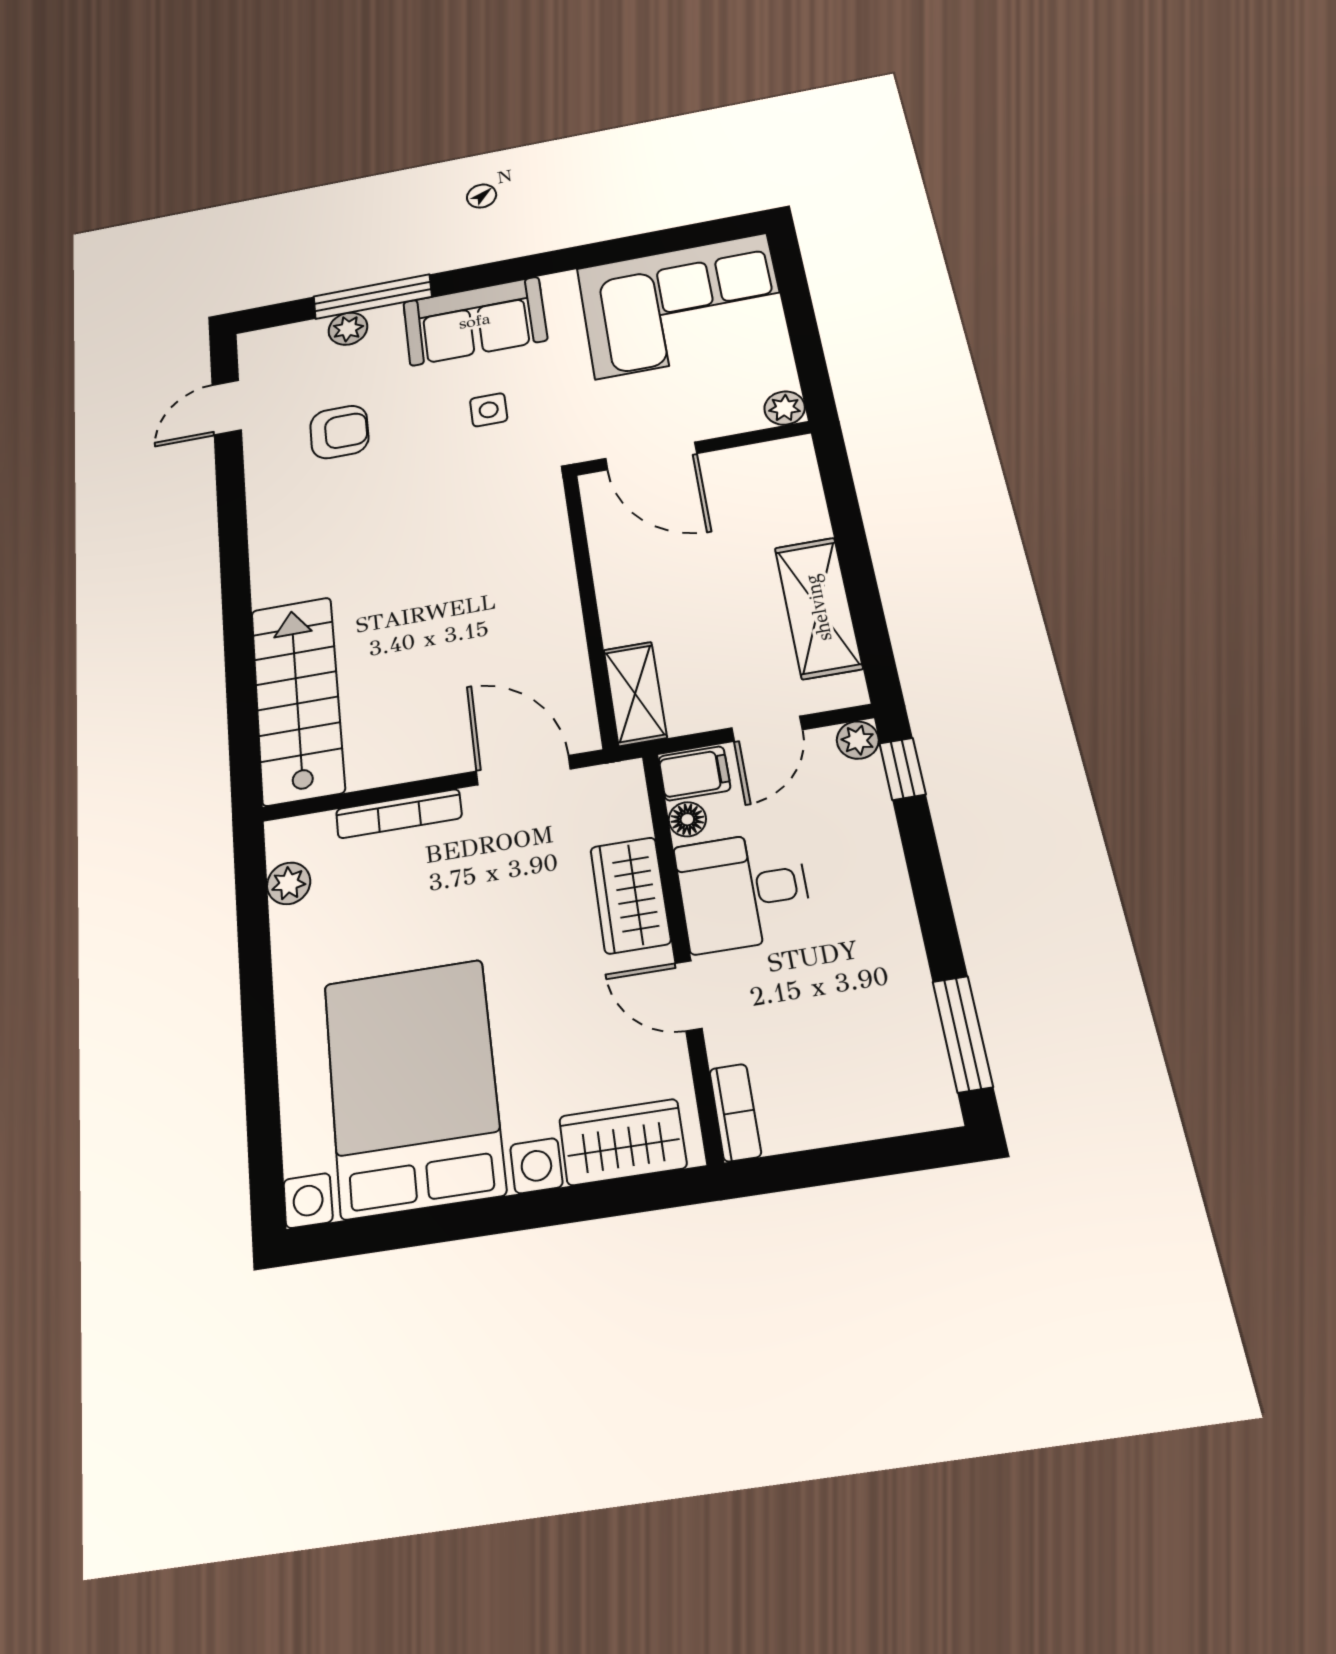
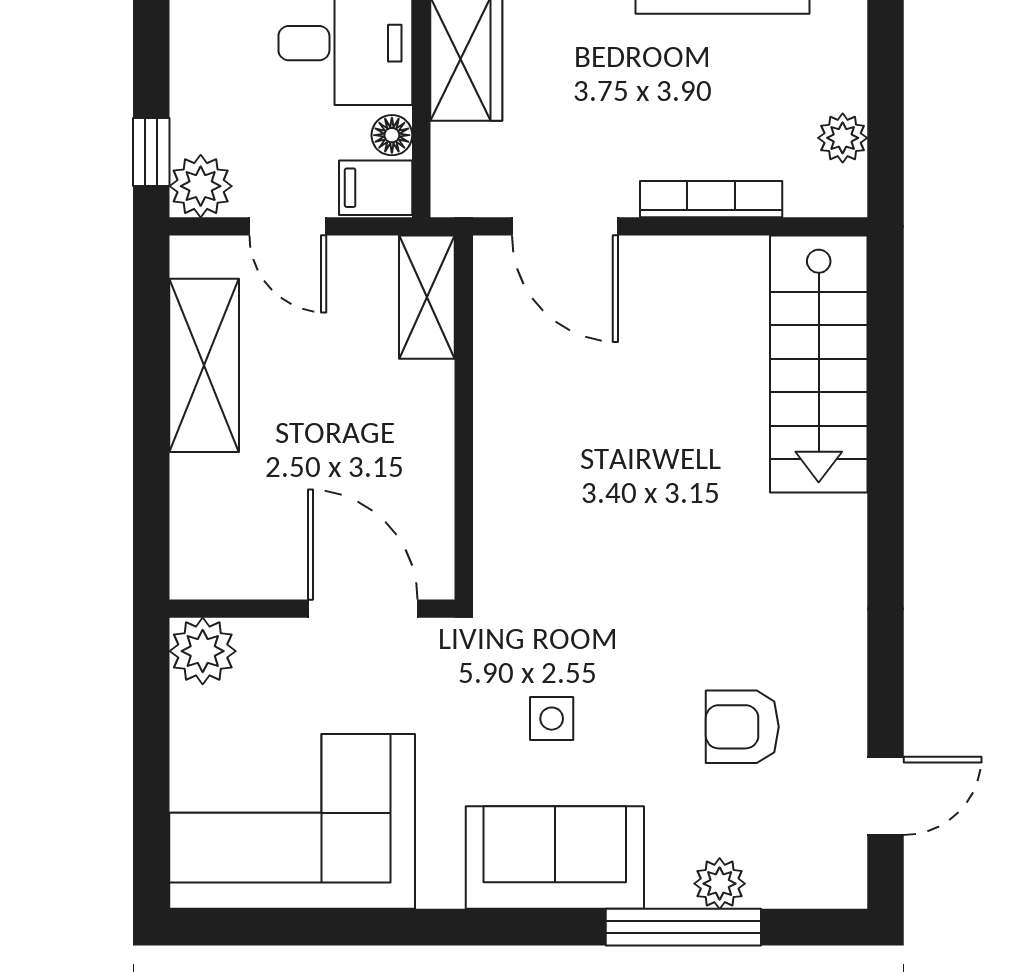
plant: (785, 408) -> (203, 651), width x1.38, depth x1.38
door: (767, 729) -> (288, 226), swing flipped
plant: (858, 740) -> (201, 186), width x1.38, depth x1.38

